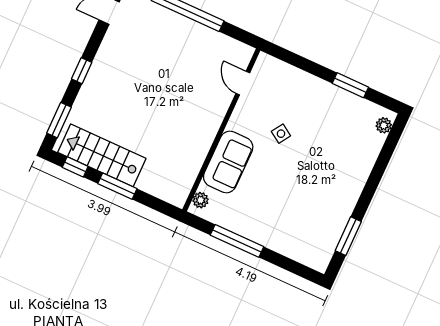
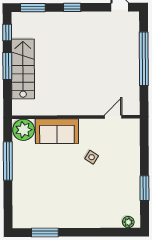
stairs: (102, 155) -> (23, 69), moved
plant: (201, 200) -> (24, 130), width x1.88, depth x1.88

